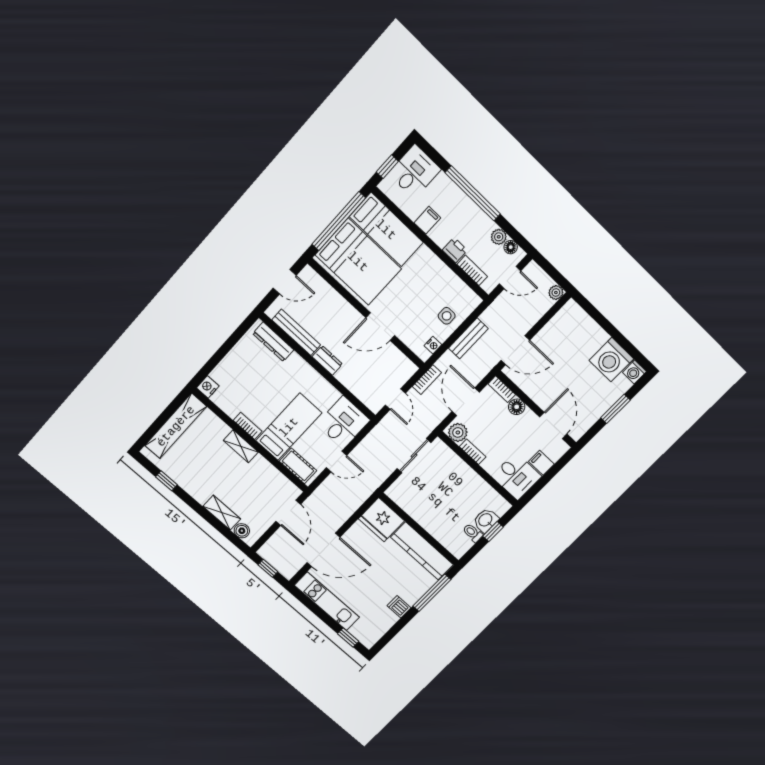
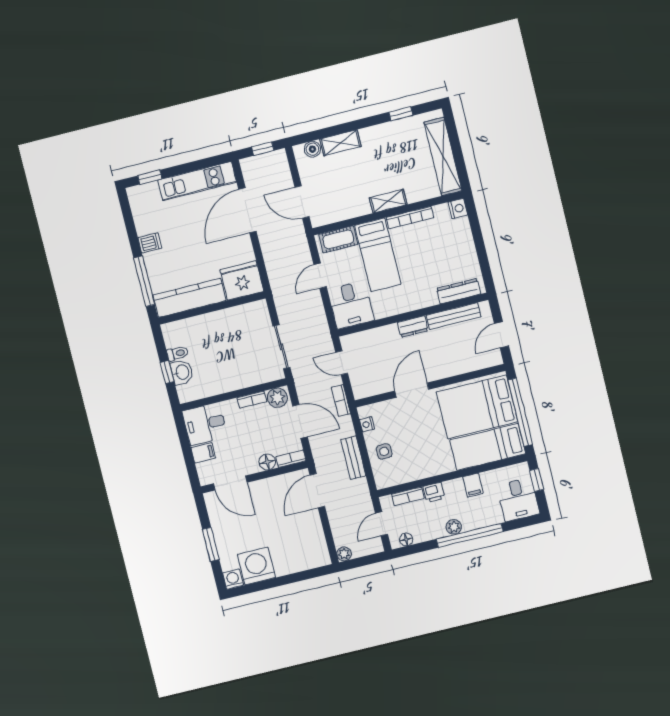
plant: (499, 237) -> (454, 527), moved
bookcase: (248, 426) -> (410, 218), width x1.56

